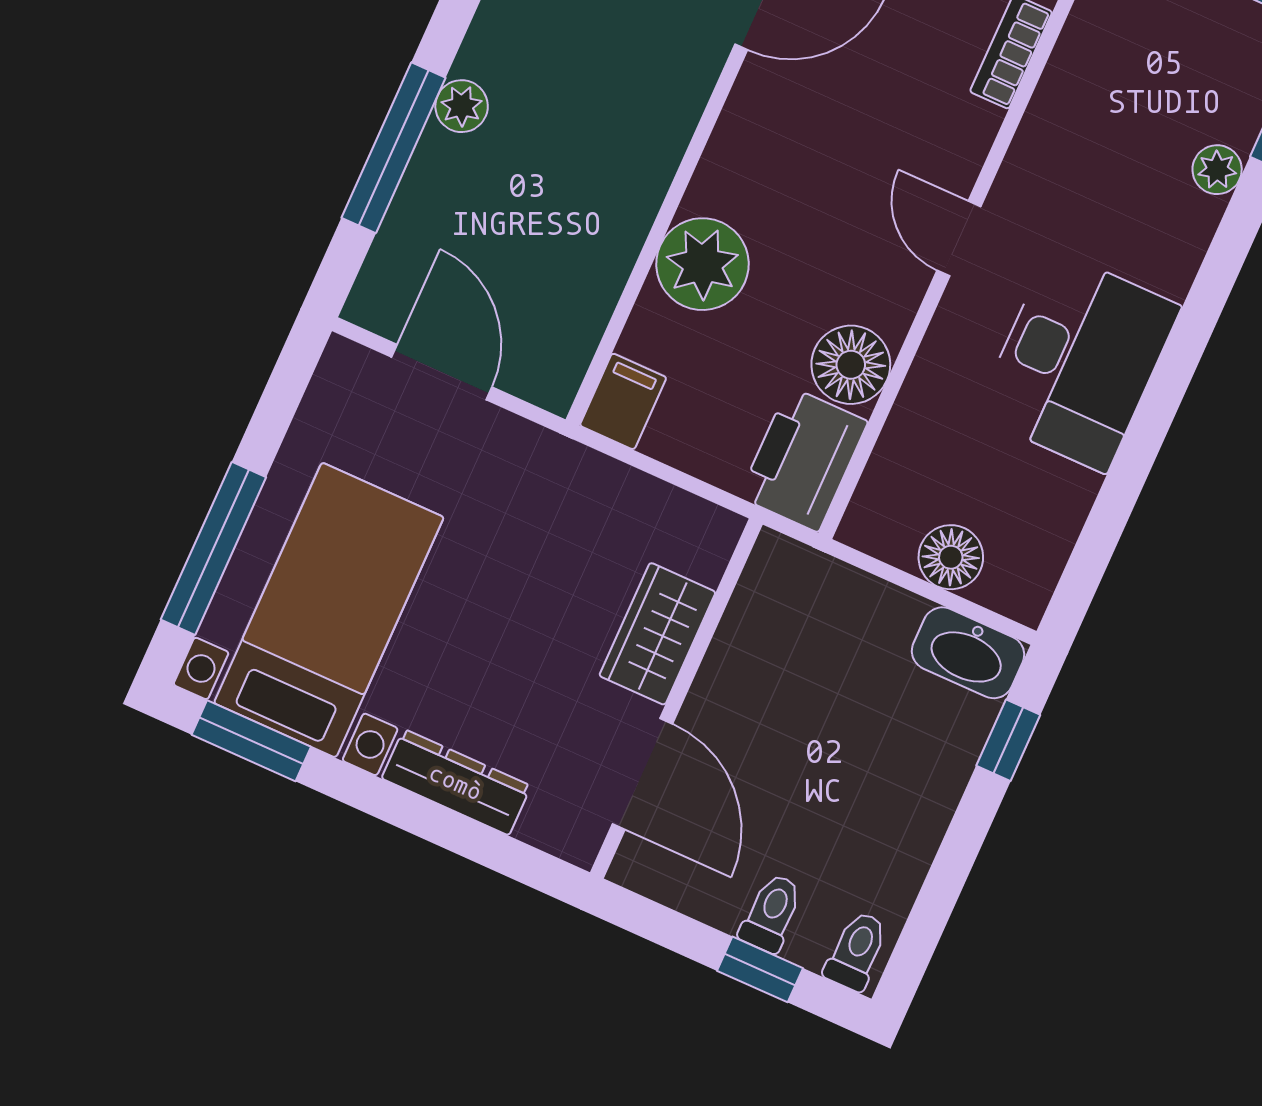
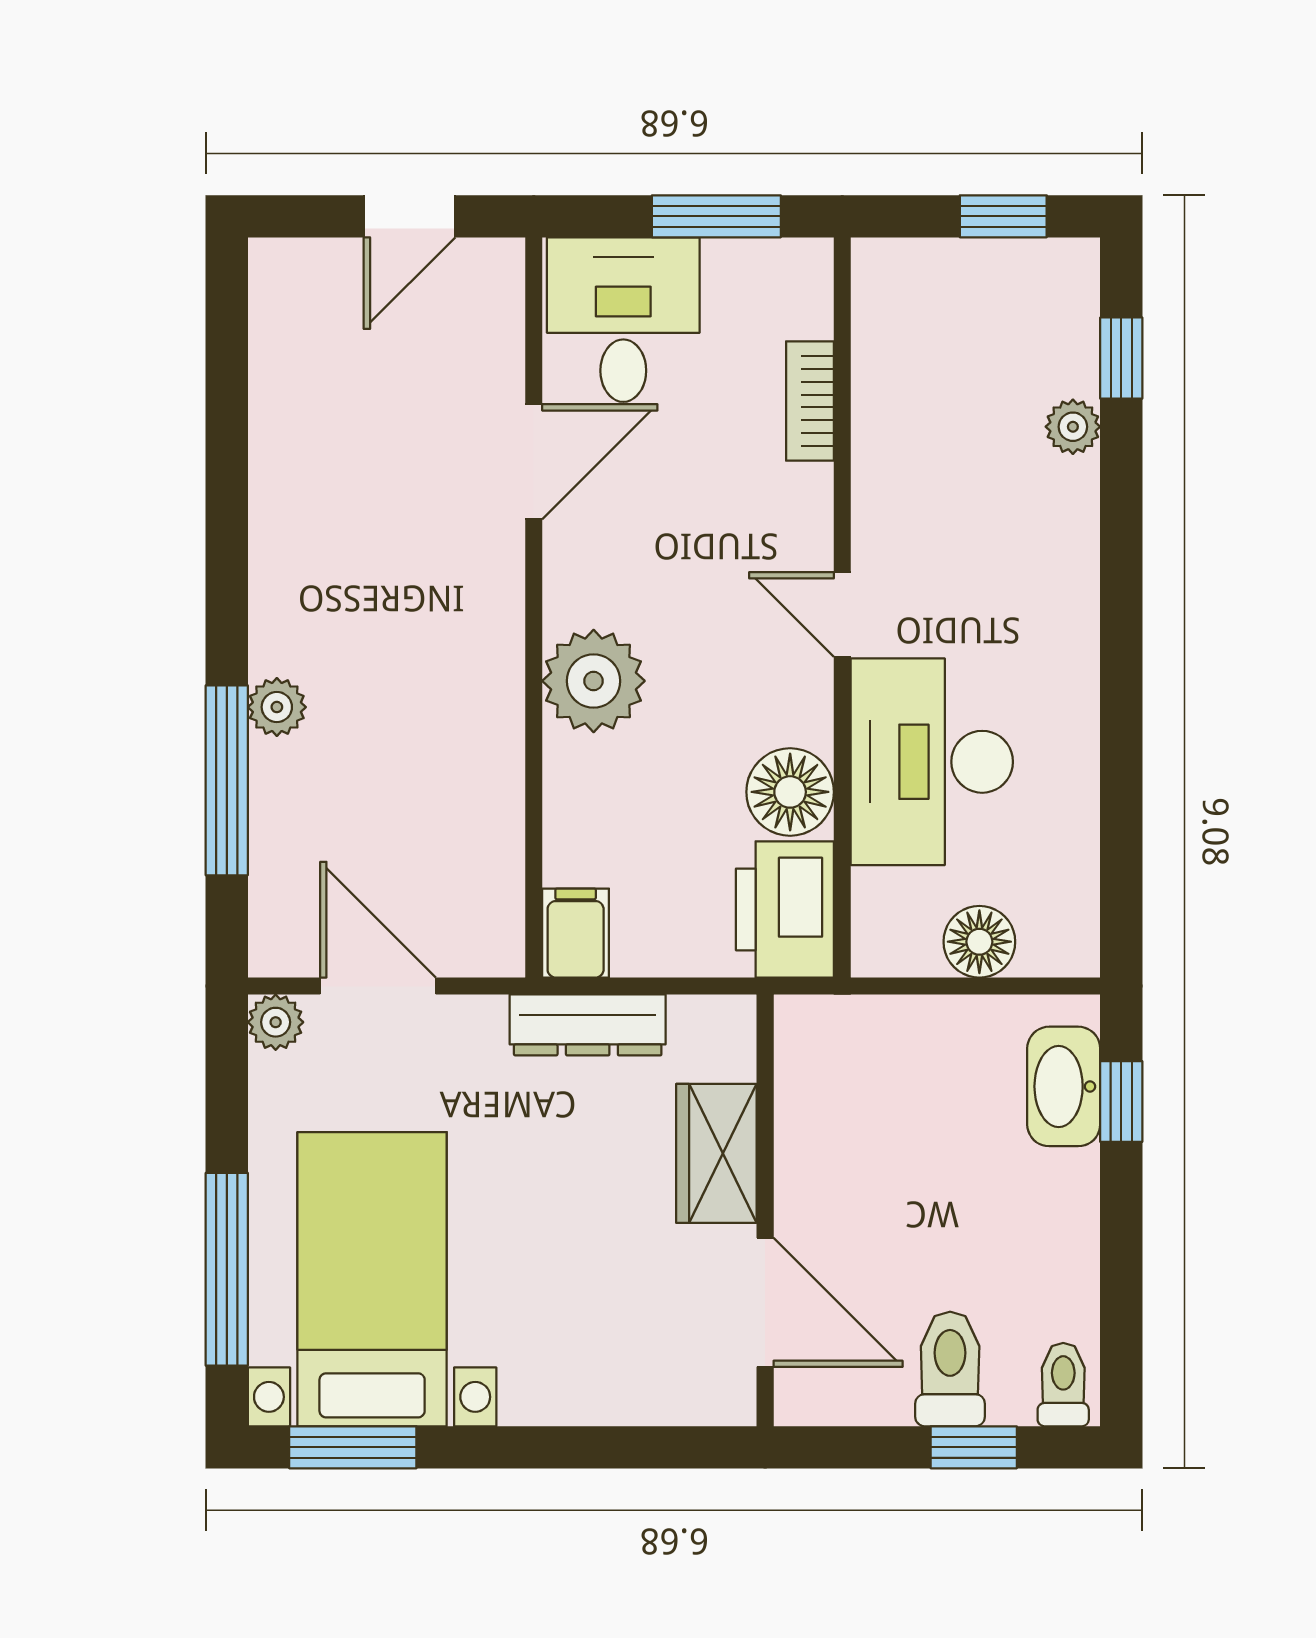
plant: (702, 264) -> (594, 681), moved
desk: (1078, 361) -> (932, 762), moved, turned 180
plant: (344, 364) -> (276, 1022), added
washbasin: (968, 653) -> (1064, 1086), moved, turned 90
dresser: (456, 782) -> (588, 1025), moved, turned 180
toilet: (771, 913) -> (950, 1369), width x1.37, depth x1.39

